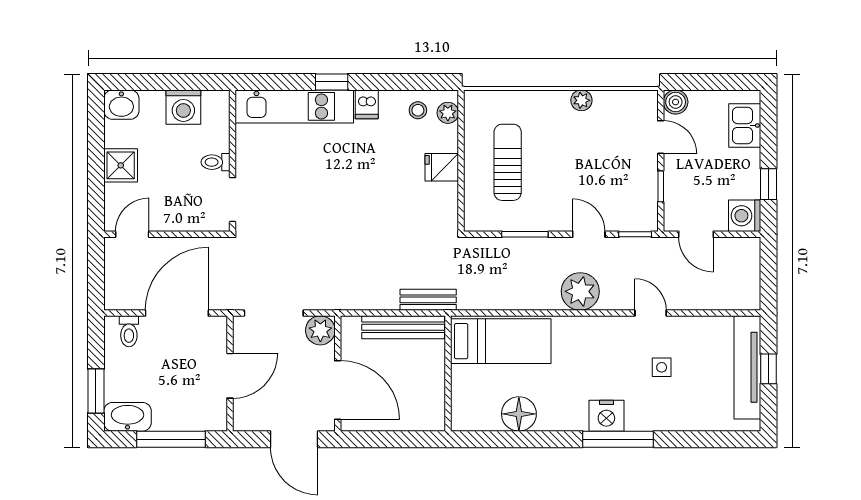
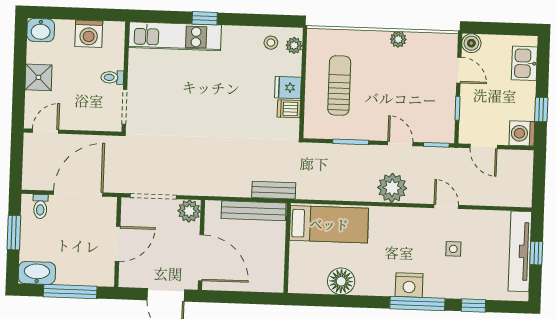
dishwasher: (367, 104) -> (289, 109), moved, turned 90
window: (96, 391) -> (14, 233), moved
window: (690, 439) -> (473, 306), added

